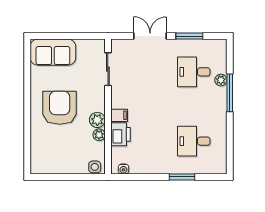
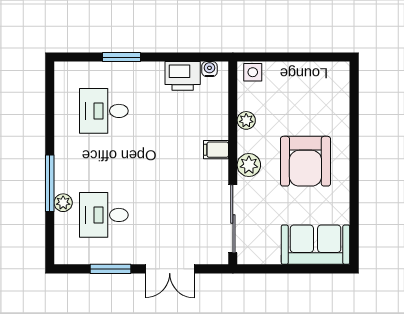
sliding door: (108, 69) -> (233, 219), width x1.37
desk: (194, 72) -> (104, 215), turned 180
plant: (97, 120) -> (249, 165), moved
printer: (121, 134) -> (183, 76), moved, turned -90
desk: (194, 141) -> (104, 111), turned 180

